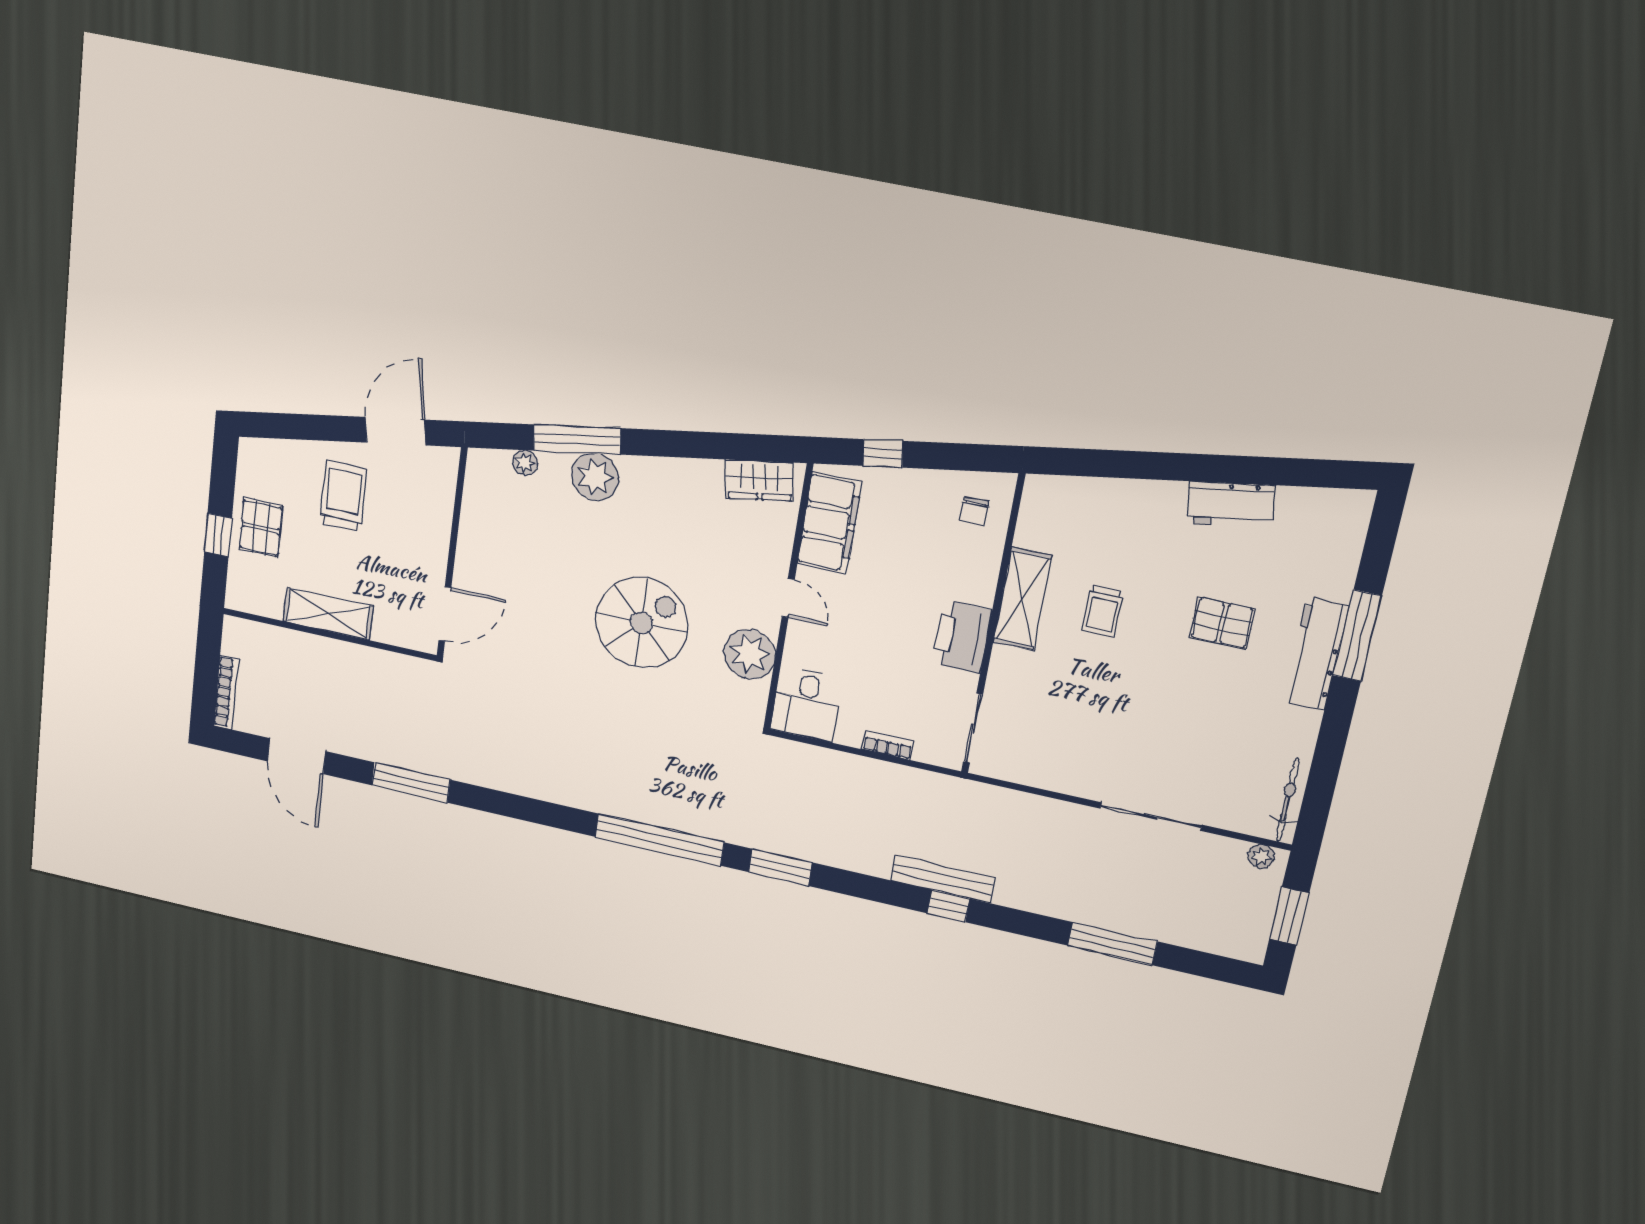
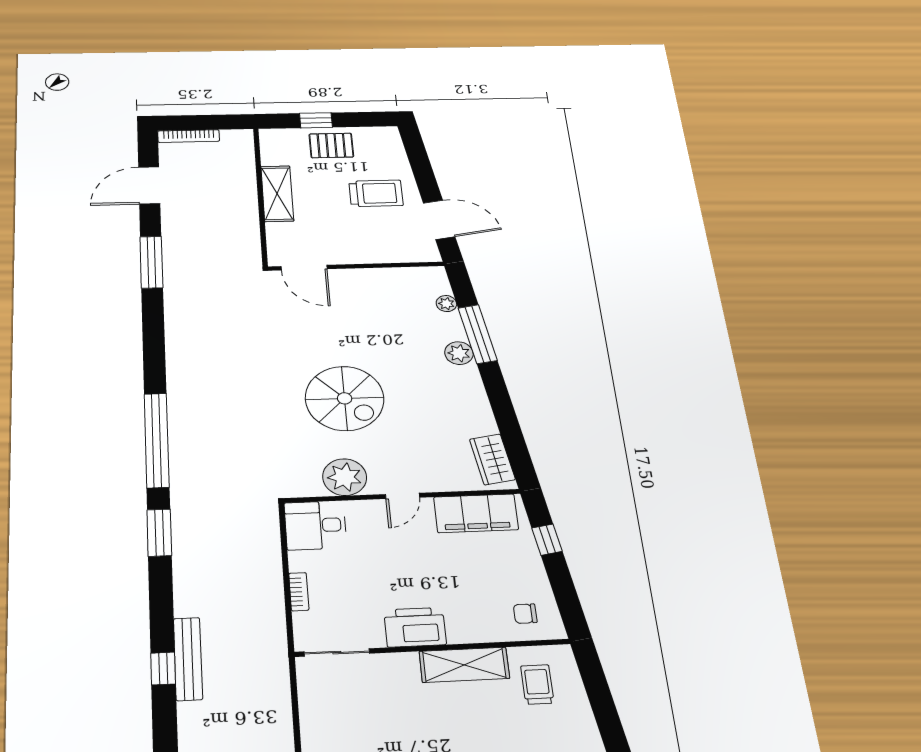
plant: (595, 477) -> (459, 353), width x0.73, depth x0.73
trolley: (1102, 611) -> (537, 684), moved, turned 90

